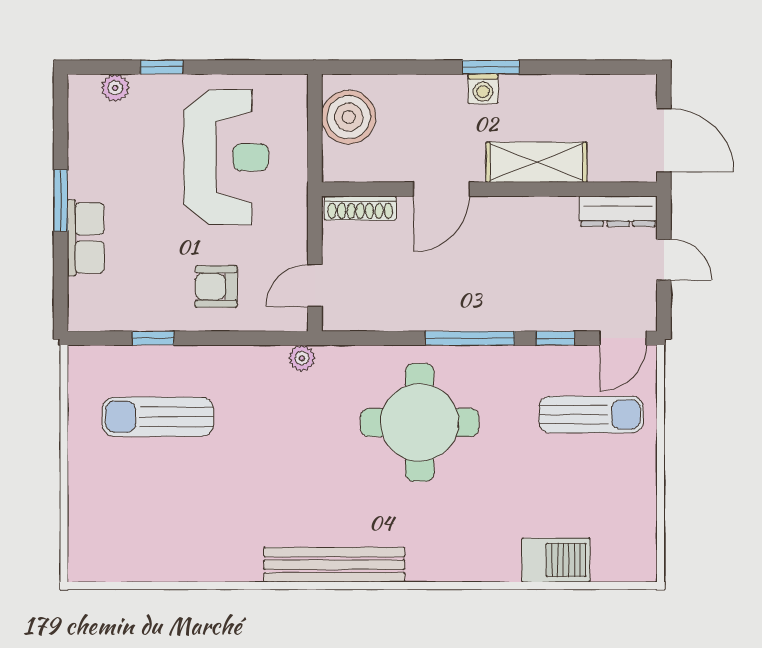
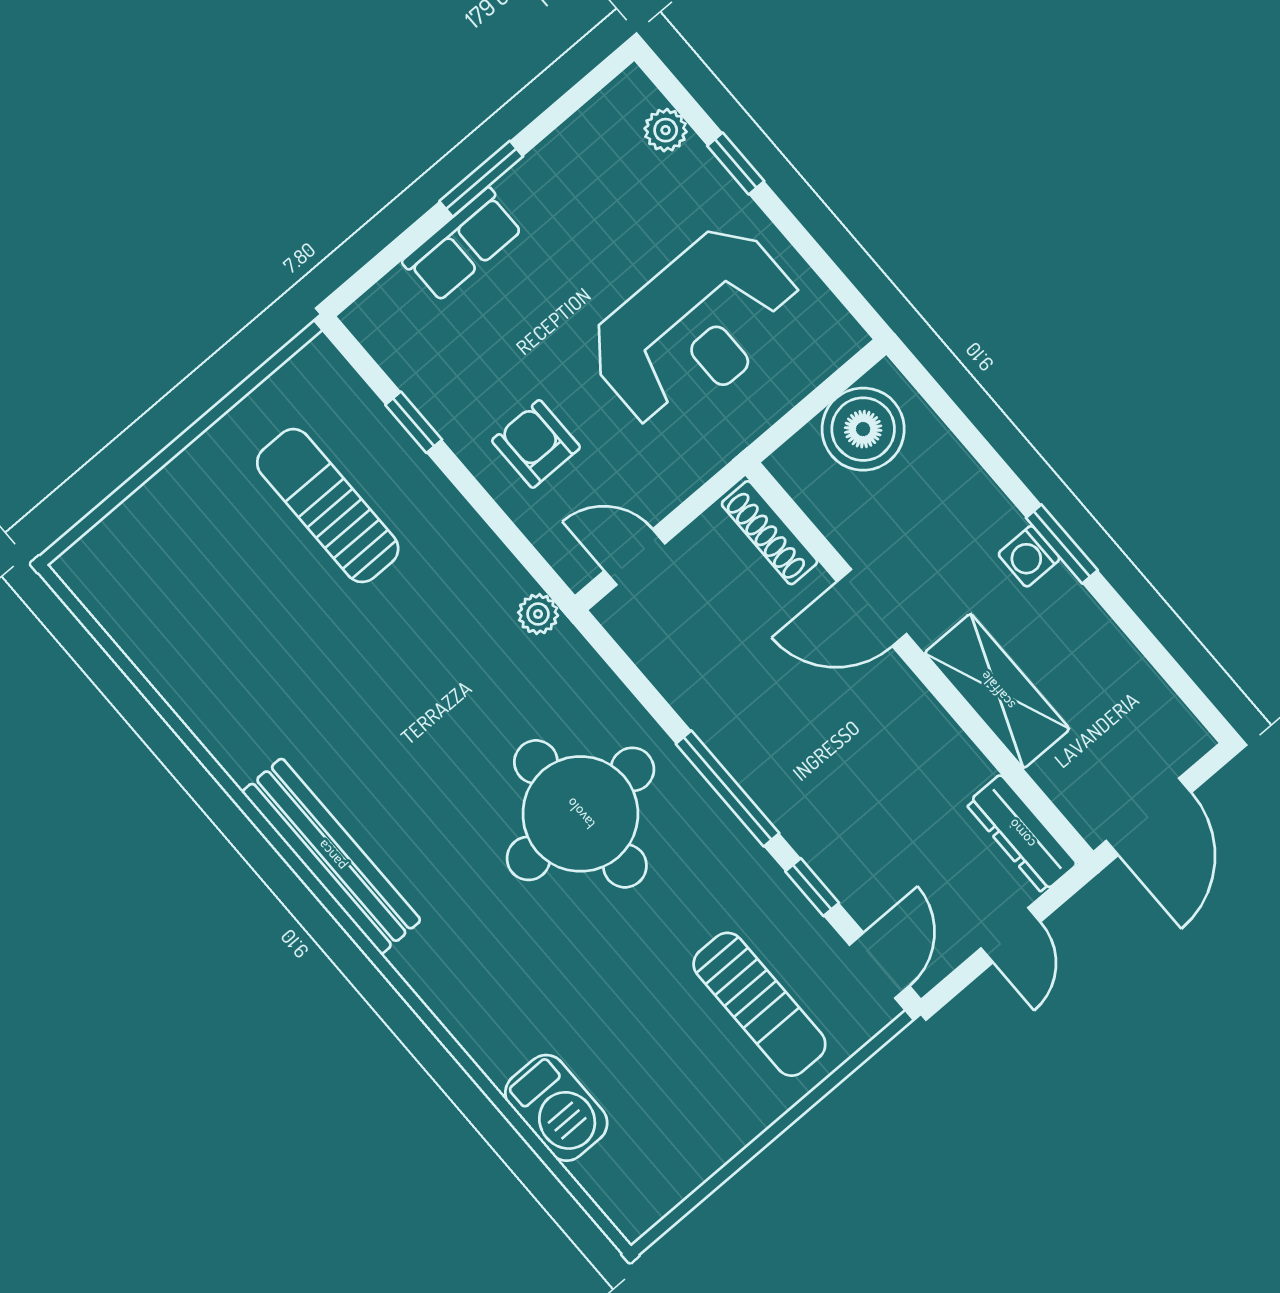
door: (623, 338) -> (879, 965), swing flipped

